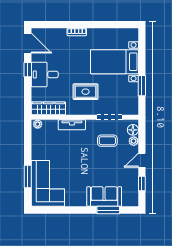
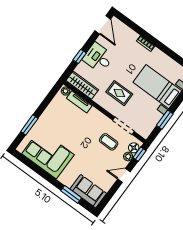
window: (28, 70) -> (80, 56), moved
tv unit: (72, 125) -> (79, 102), moved
corner sofa: (48, 183) -> (48, 154), moved, turned -90
window: (142, 184) -> (139, 154), moved
sofa: (104, 196) -> (88, 191), moved

